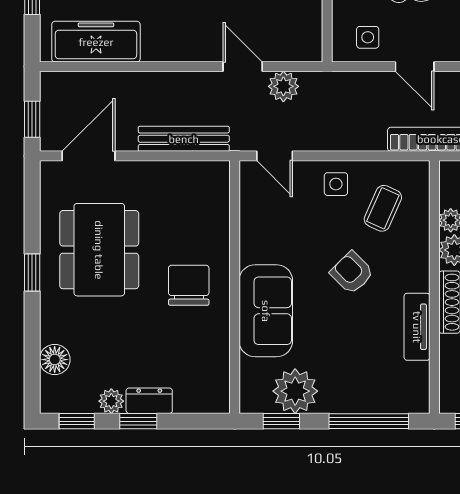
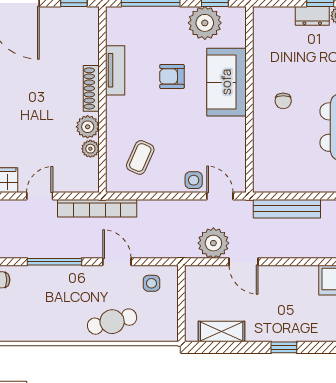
plant: (283, 86) -> (213, 243), width x1.36, depth x1.36
side table: (336, 184) -> (194, 180), moved
armchair: (352, 273) -> (172, 76), moved, turned 135
chair: (189, 285) -> (283, 101), width x0.54, depth x0.54

